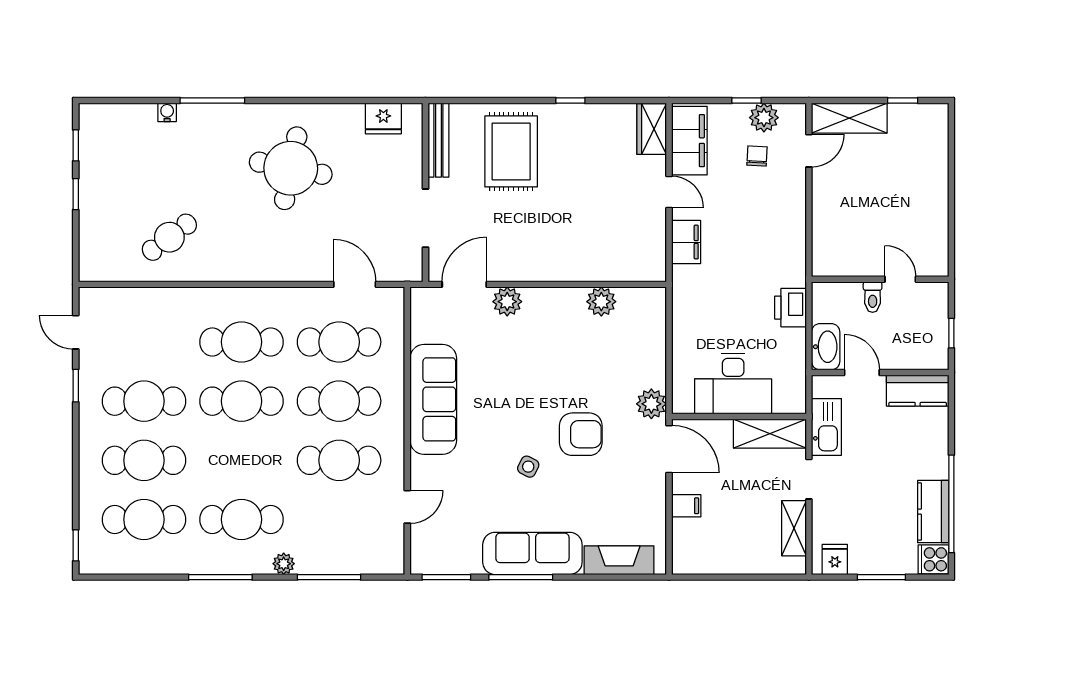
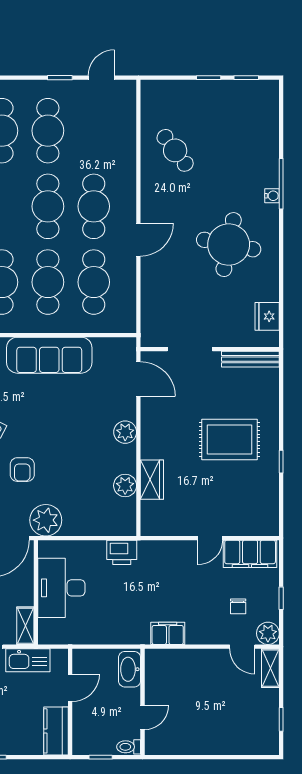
water cooler: (167, 112) -> (272, 196), moved
plant: (764, 118) -> (268, 633), moved
shelving: (849, 118) -> (270, 668), width x0.67, depth x0.75
wardrobe: (652, 129) -> (152, 480), moved, turned 90
rug: (511, 151) -> (230, 440), moved
chair: (757, 156) -> (238, 606), turned 87
filing cabinet: (686, 242) -> (168, 633), moved, turned 180
door: (355, 284) -> (138, 240), moved
toilet: (873, 297) -> (129, 747), moved
plant: (507, 302) -> (125, 432), moved
printer: (790, 308) -> (122, 552), moved, turned 180
washbasin: (826, 347) -> (130, 669), moved, turned 90
plant: (651, 404) -> (46, 520), width x1.36, depth x1.36
armchair: (581, 434) -> (22, 470), width x0.72, depth x0.72
shelving: (770, 434) -> (25, 626), width x0.67, depth x0.75

